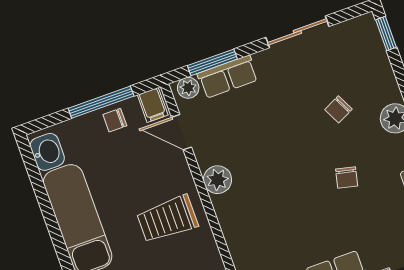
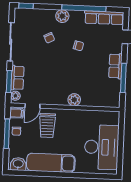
sliding door: (297, 32) -> (11, 42), width x1.37
plant: (217, 180) -> (74, 100), moved
trolley: (167, 219) -> (47, 125), moved

